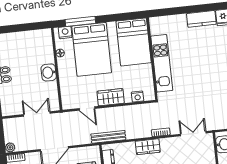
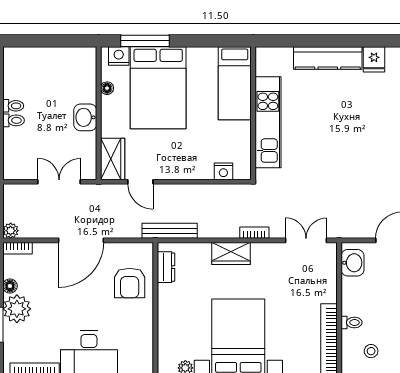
kitchen counter: (201, 19) -> (328, 58), width x1.50
bed: (134, 42) -> (235, 83), width x0.67
wardrobe: (111, 97) -> (113, 159), moved, turned 90

